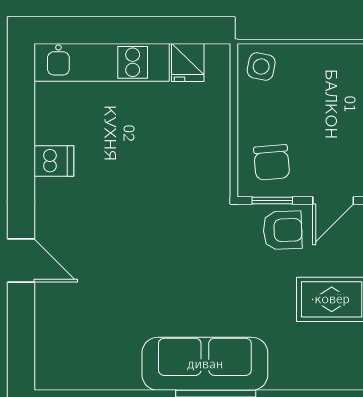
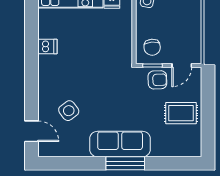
door: (21, 260) -> (32, 131), moved
side table: (98, 294) -> (69, 111), added

